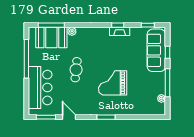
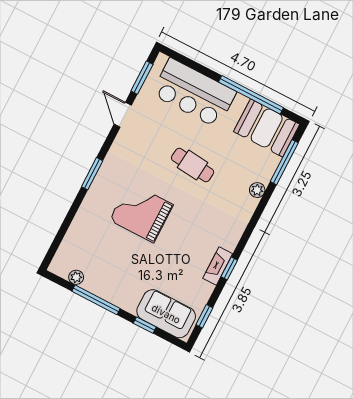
booth: (51, 37) -> (267, 128), moved, turned 90
sofa: (156, 50) -> (166, 314), width x0.73
grand piano: (113, 83) -> (141, 212), turned -90
door: (69, 117) -> (123, 115), swing flipped

